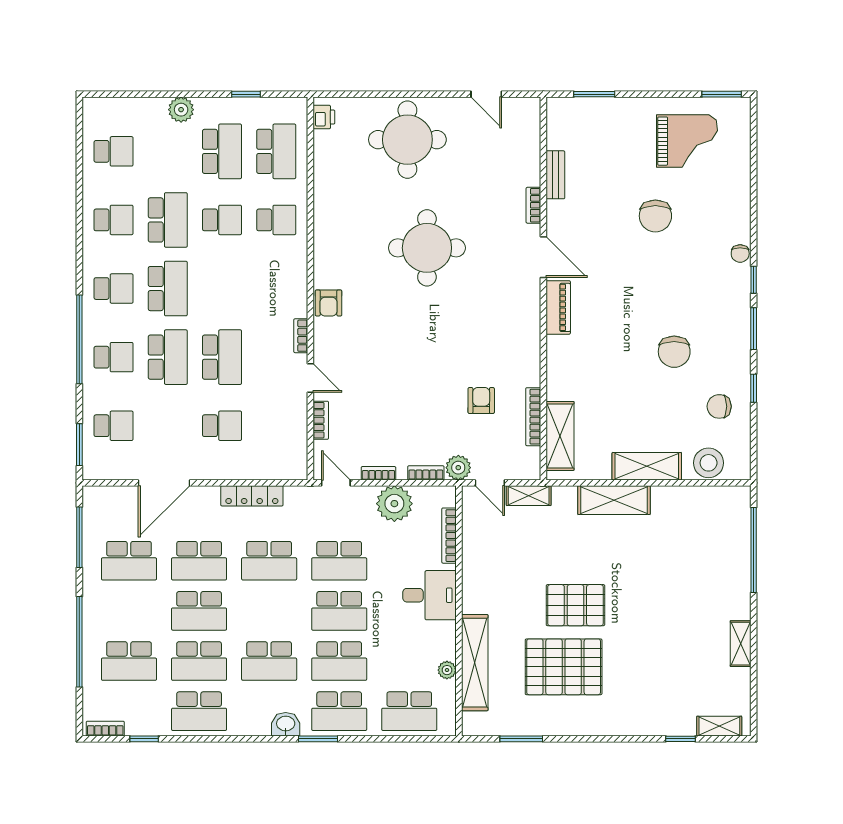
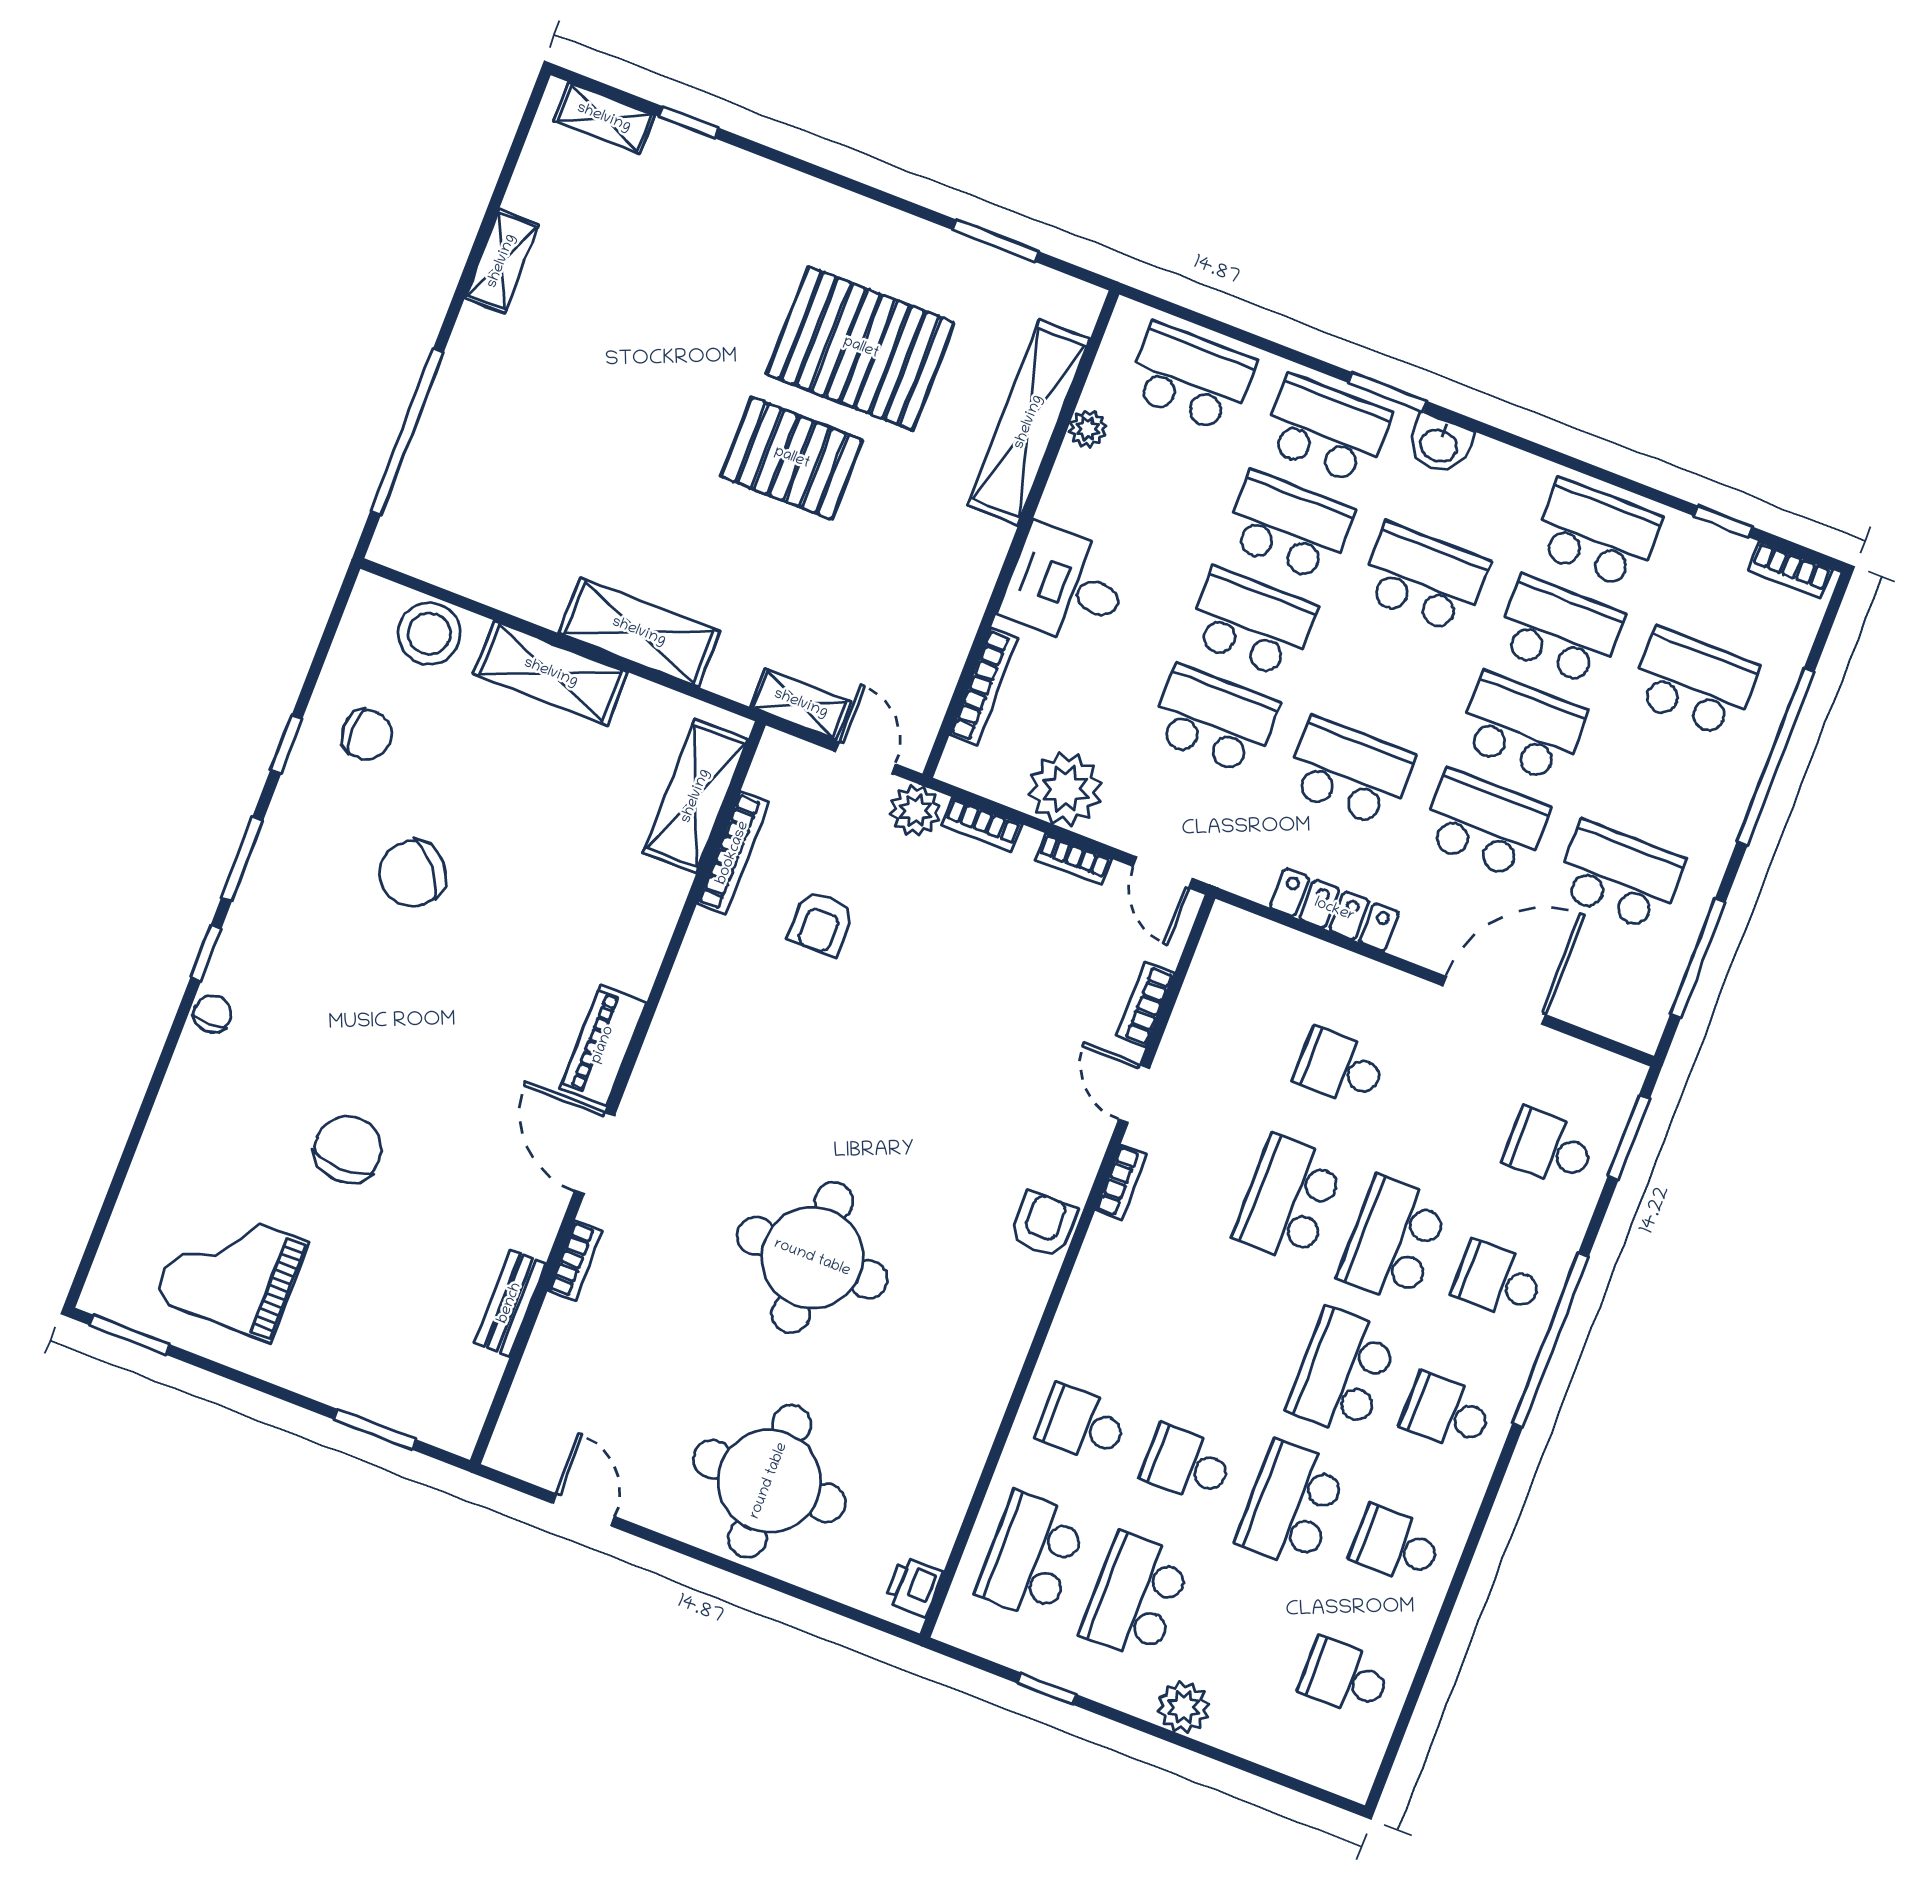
chair: (674, 352) -> (413, 874), turned -130

